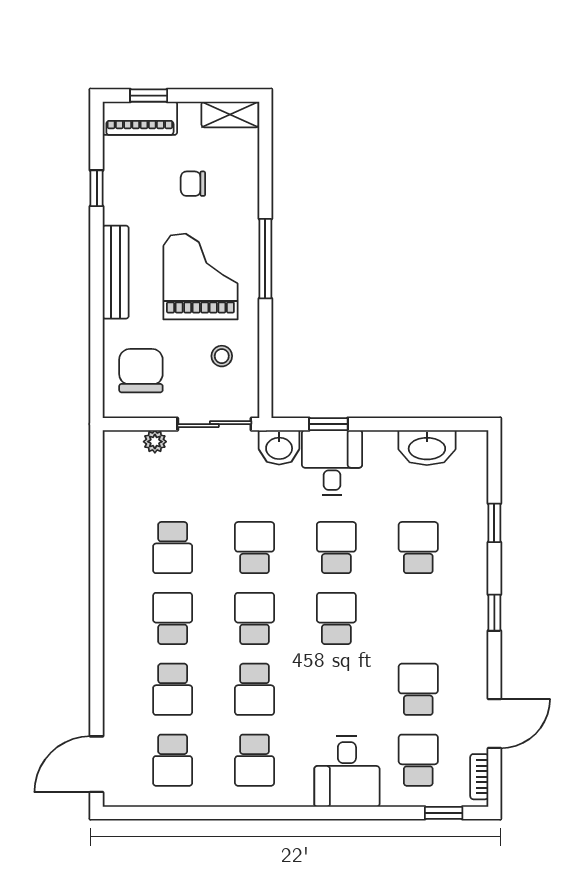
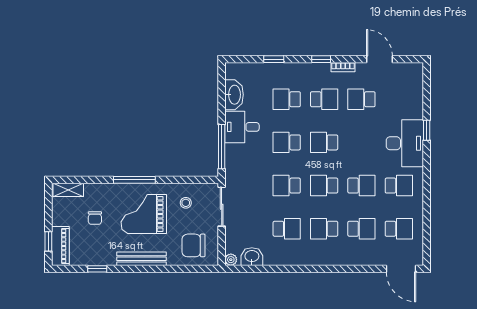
shelving: (230, 114) -> (68, 190), moved, turned 90
window: (328, 424) -> (222, 147), width x2.17
plant: (155, 442) -> (231, 260), moved
washbasin: (279, 447) -> (252, 257), moved, turned -90
desk: (332, 463) -> (242, 127), moved
school desk: (418, 760) -> (324, 99), moved, turned 180
desk: (347, 772) -> (405, 143), width x1.37
bookcase: (479, 777) -> (343, 67), moved
window: (444, 813) -> (427, 130), moved

